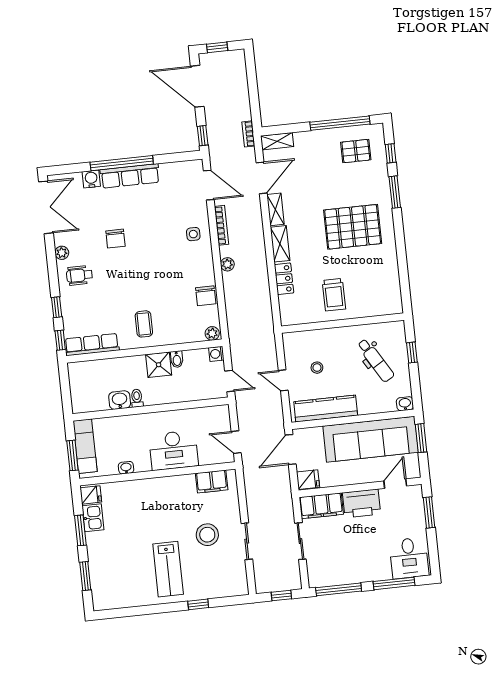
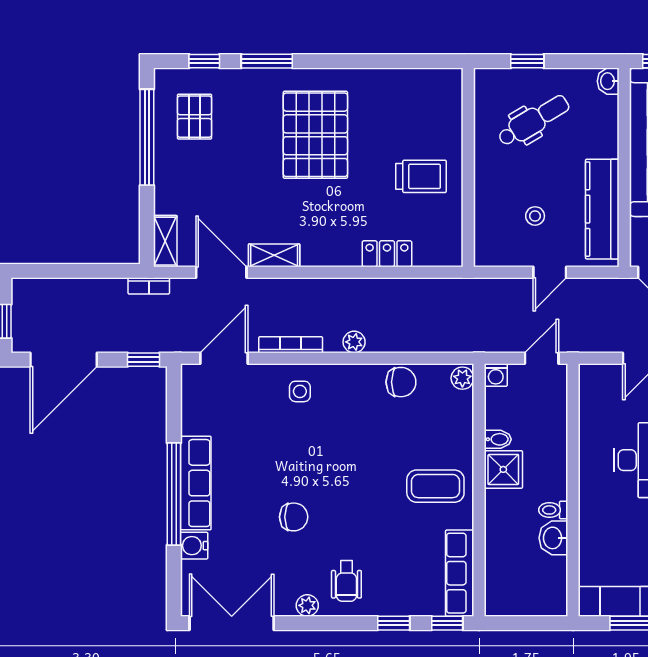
shelving: (280, 244) -> (330, 254), removed
coffee table: (144, 324) -> (435, 486), width x1.36, depth x1.30

